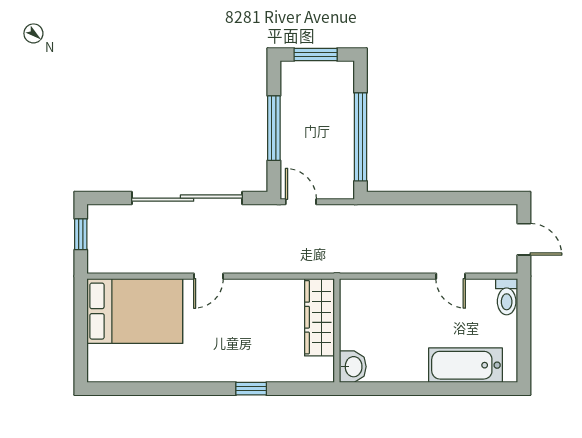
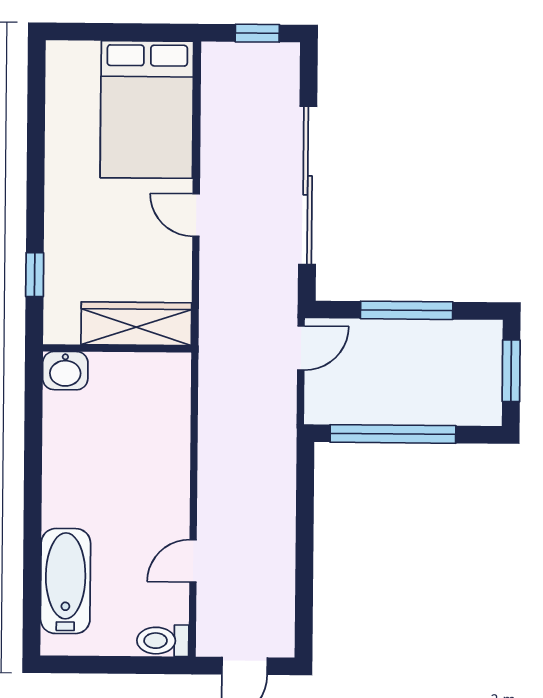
wardrobe: (320, 317) -> (136, 324), moved
wall: (337, 331) -> (117, 348), moved
washbasin: (353, 367) -> (65, 371), moved

